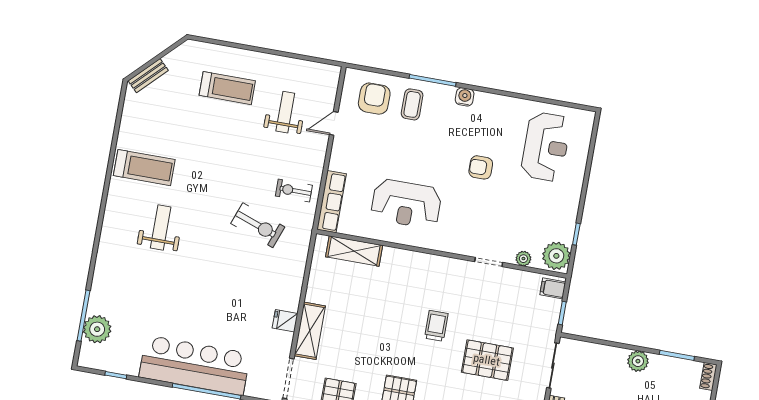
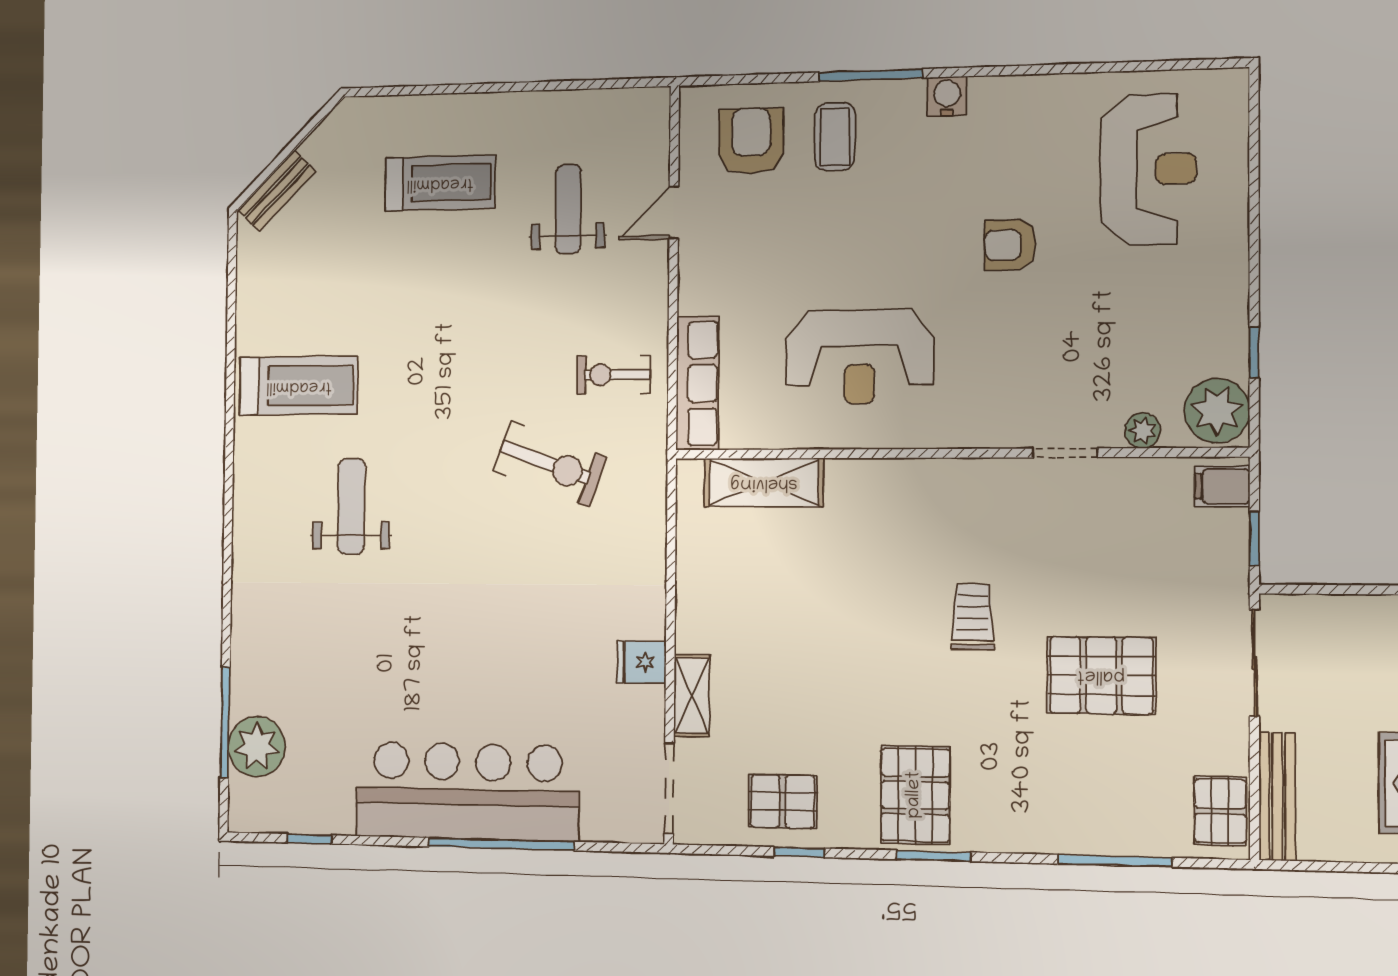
shelving: (310, 331) -> (692, 696), width x0.67, depth x0.75

